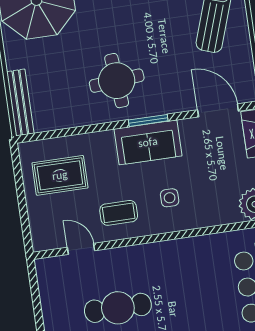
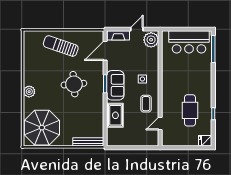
round table: (117, 81) -> (74, 84), moved
rug: (60, 175) -> (115, 115), moved

